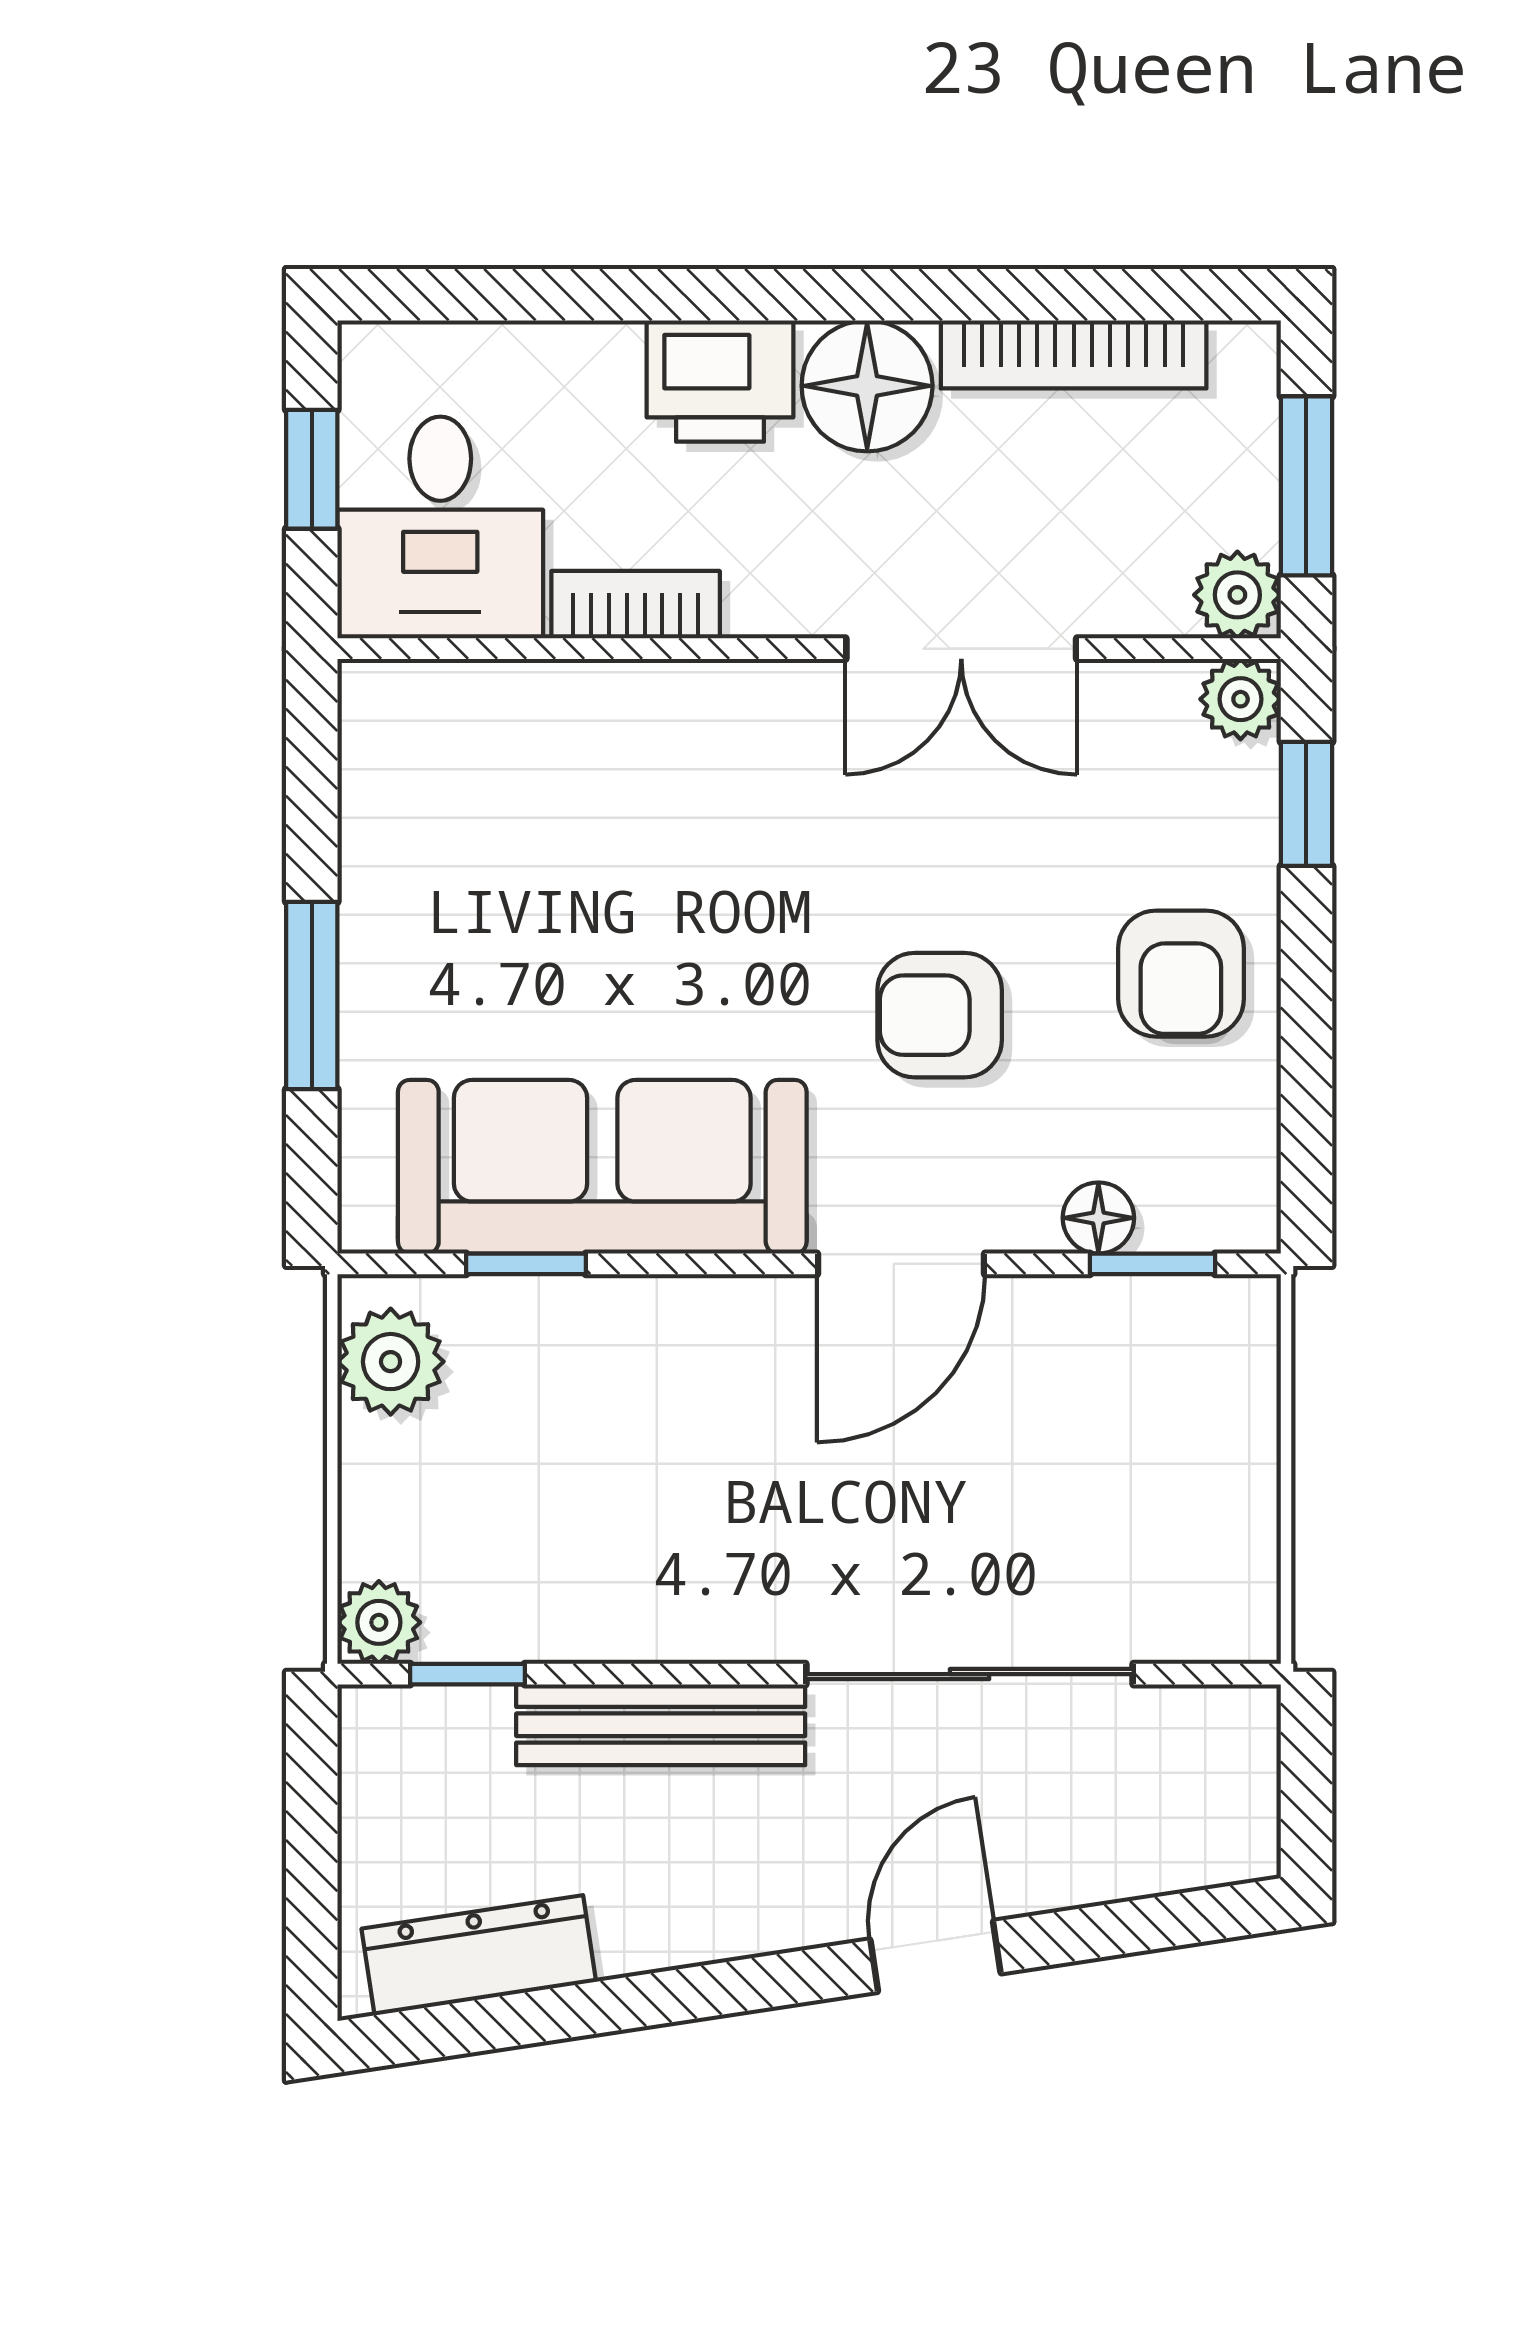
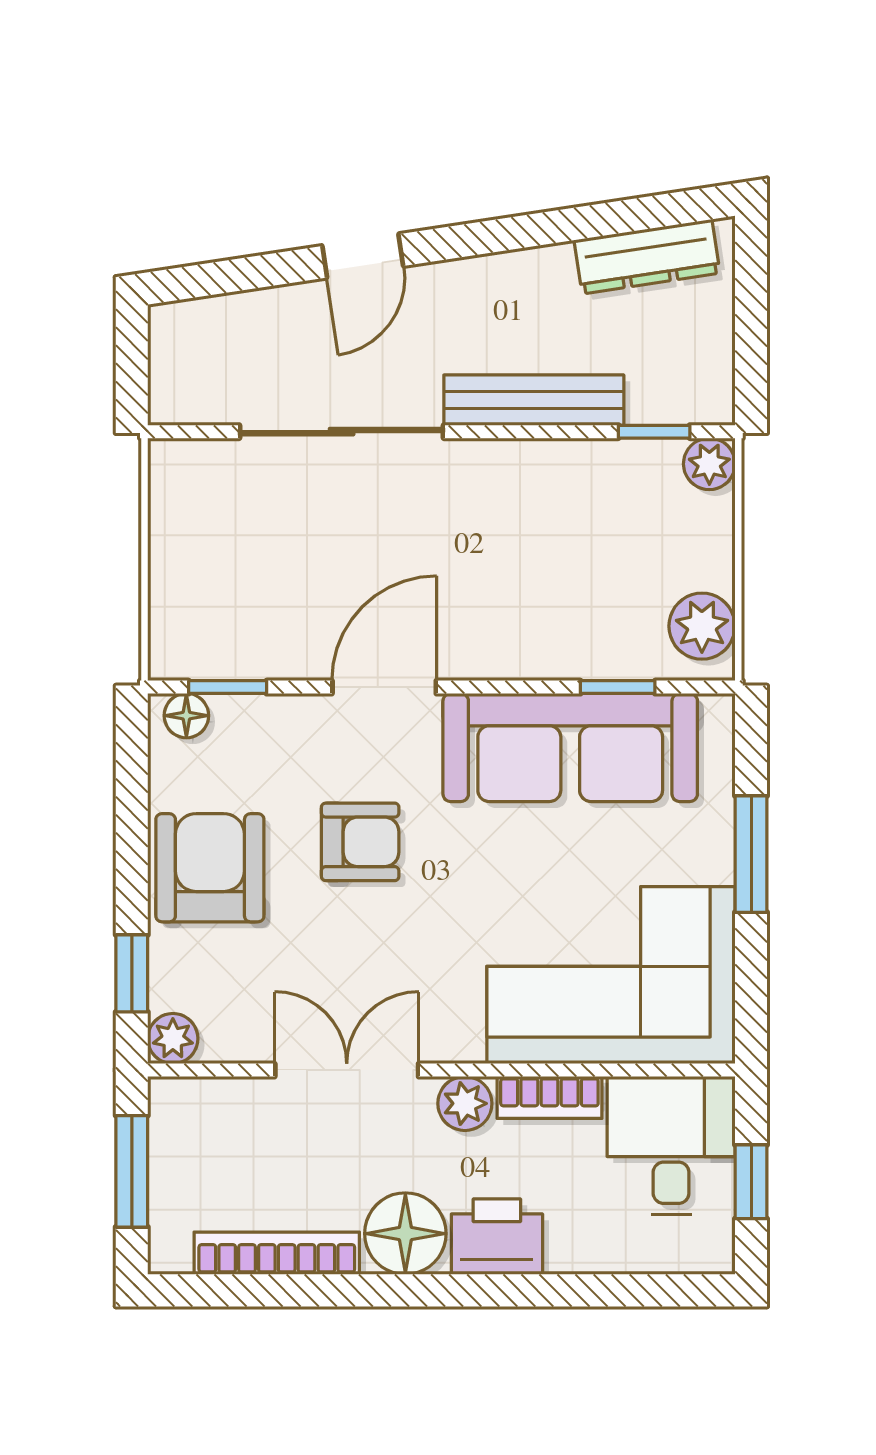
plant: (1237, 595) -> (465, 1103), moved
corner sofa: (537, 801) -> (611, 975), added
armchair: (1181, 974) -> (210, 868), width x1.38, depth x1.38
floor lamp: (1098, 1218) -> (186, 716), moved

